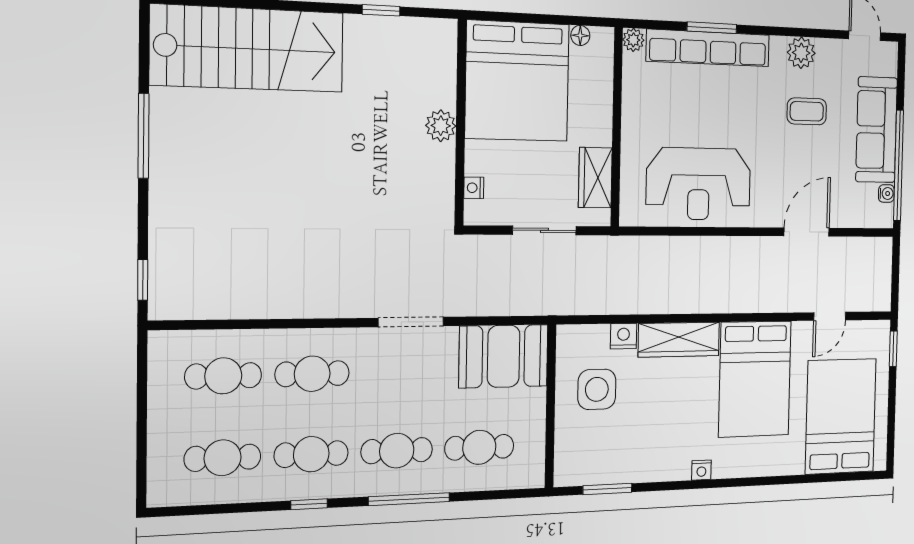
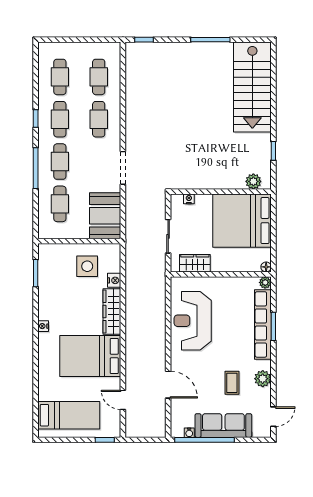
floor lamp: (580, 35) -> (266, 267), moved
plant: (441, 126) -> (253, 181), moved
bed: (841, 416) -> (69, 415), width x0.67

